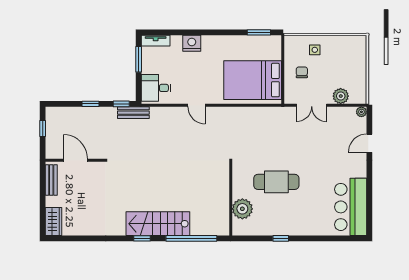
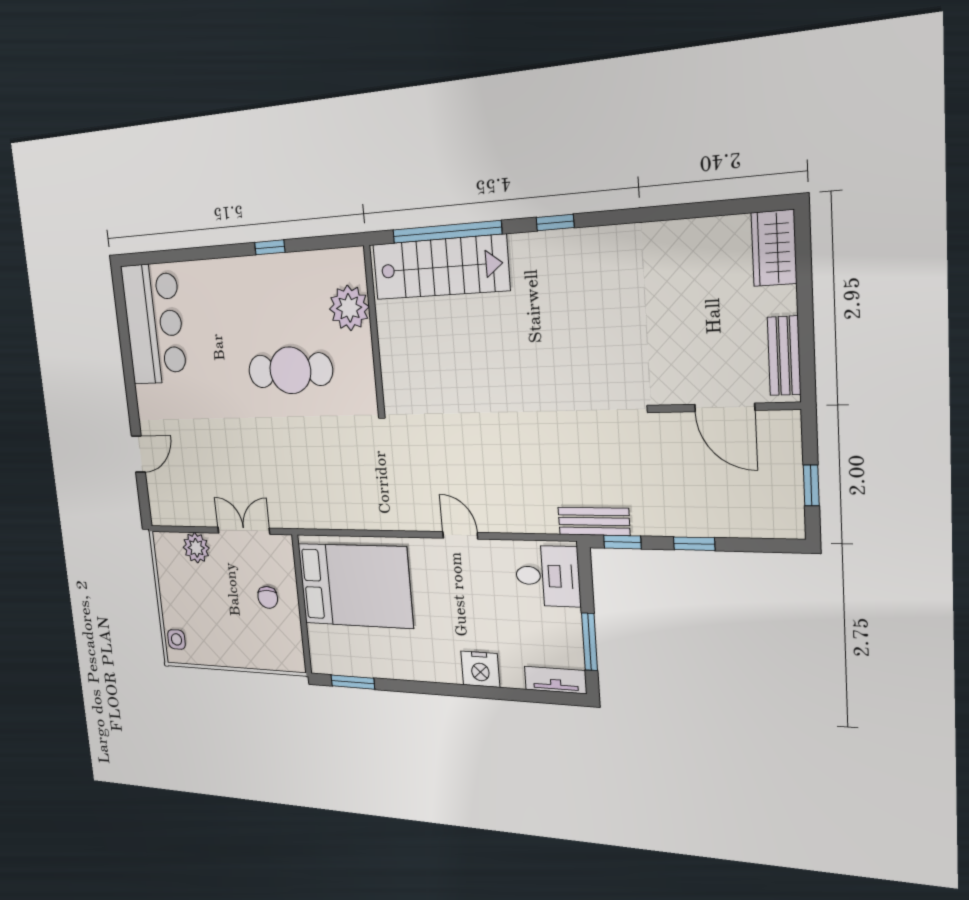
side table: (315, 50) -> (176, 639), moved
plant: (361, 112) -> (159, 516), removed
stairs: (158, 224) -> (440, 267), moved

